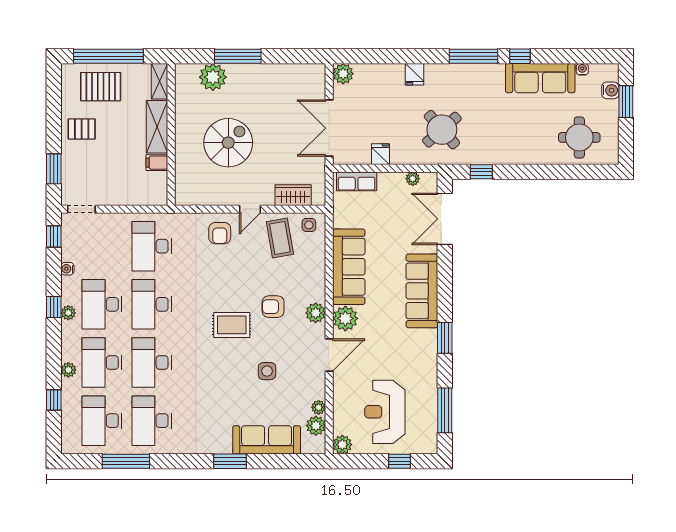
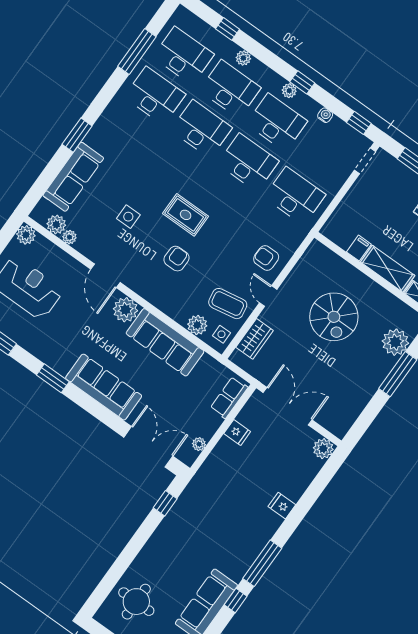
round table: (442, 130) -> (222, 496), removed
plant: (316, 313) -> (197, 325), moved
rug: (232, 325) -> (186, 215), turned 90

